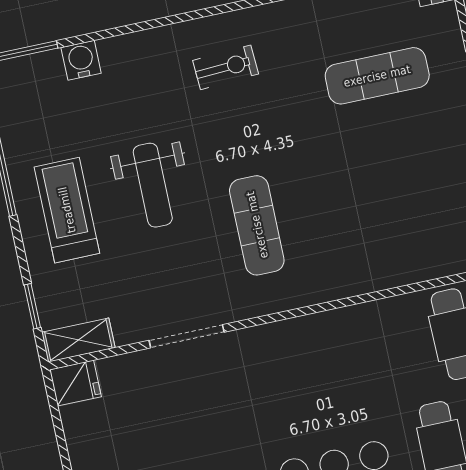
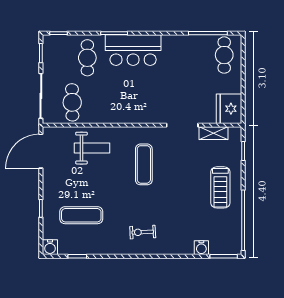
weight bench: (153, 185) -> (92, 148), moved, turned 90
shelving: (78, 340) -> (214, 133), moved
fridge: (75, 383) -> (229, 109), width x1.88, depth x1.34

